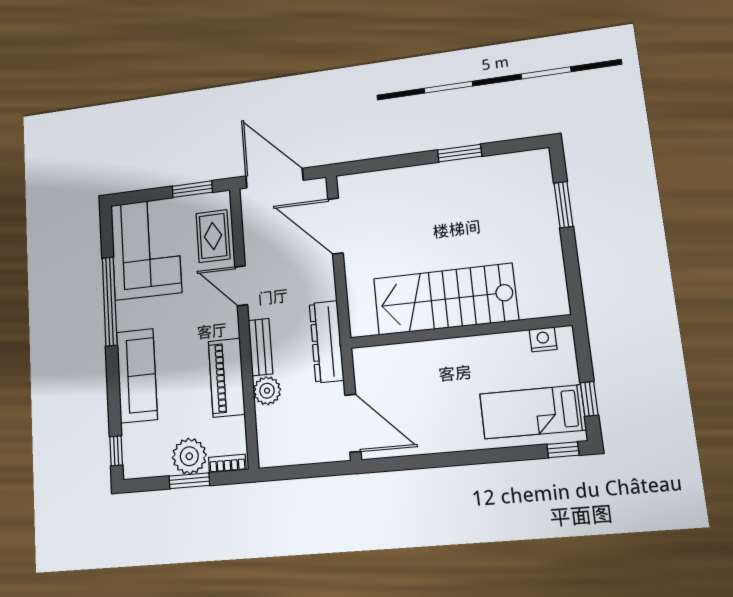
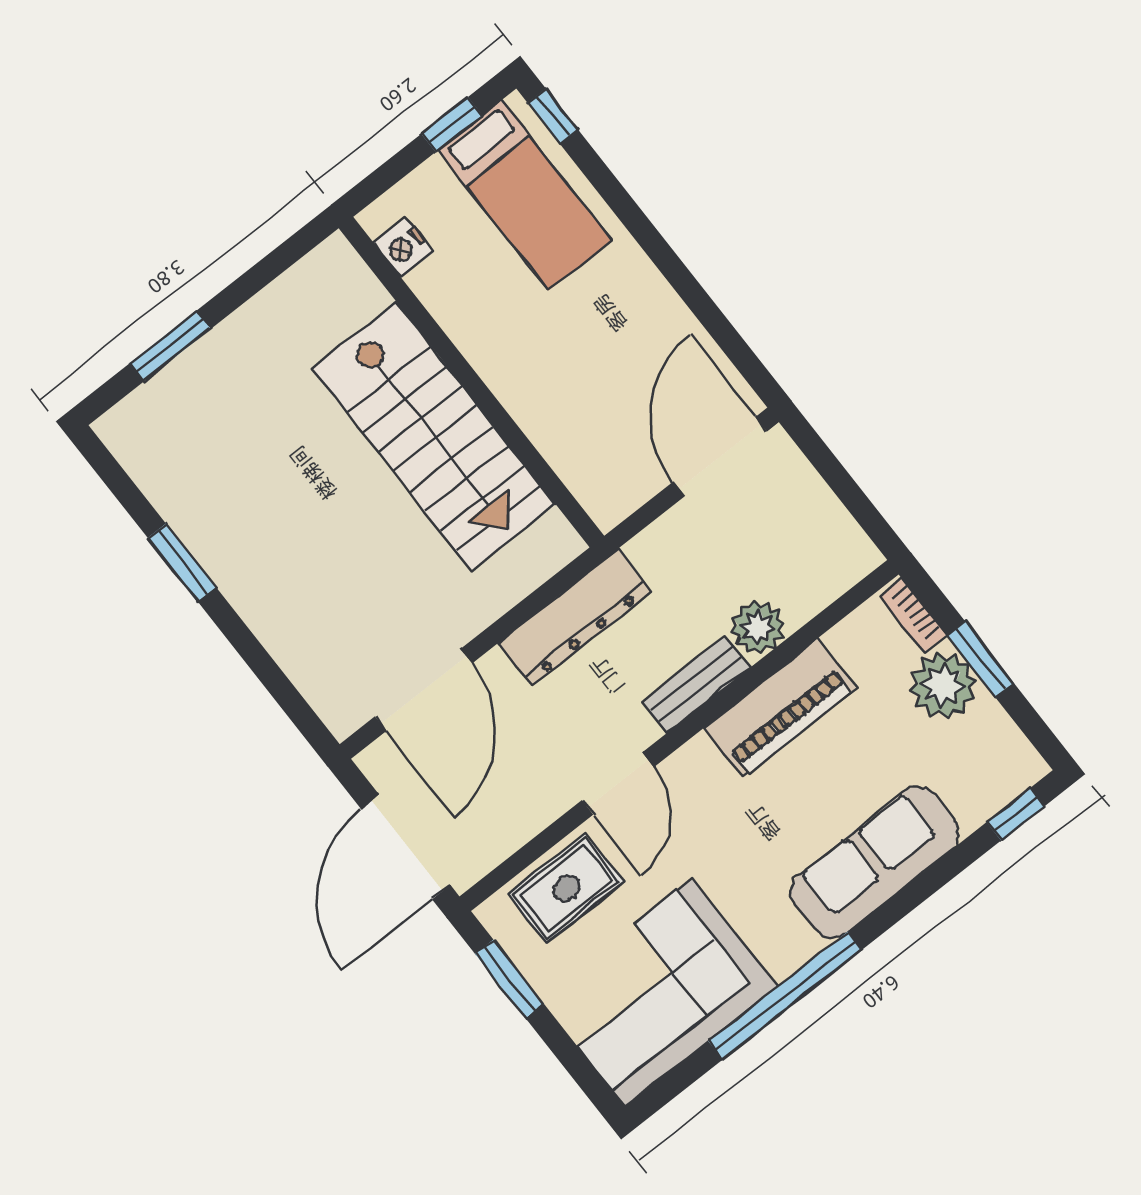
dresser: (327, 342) -> (575, 617), moved

